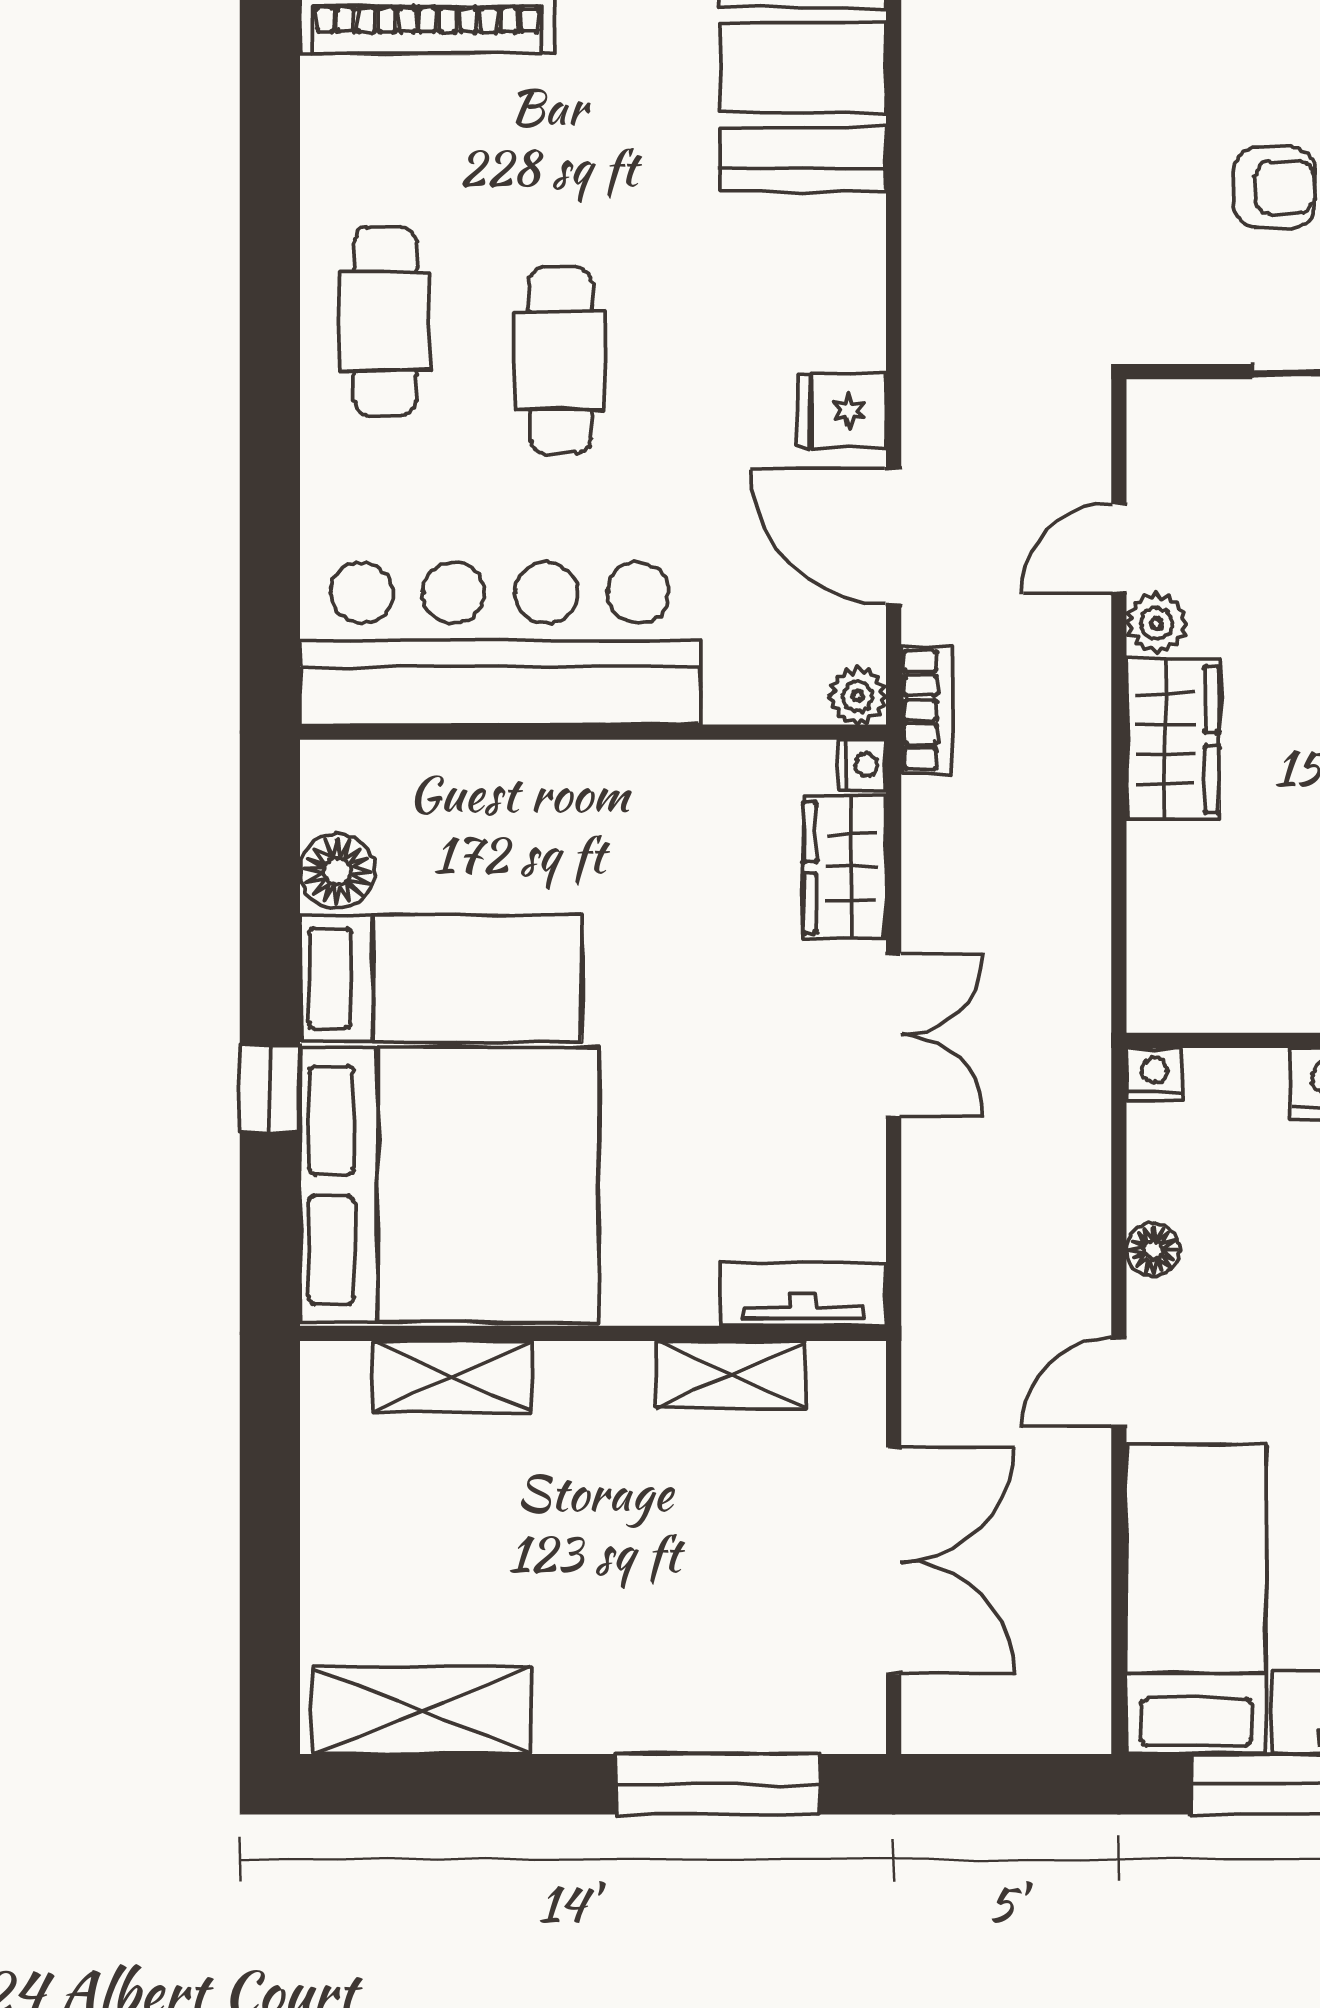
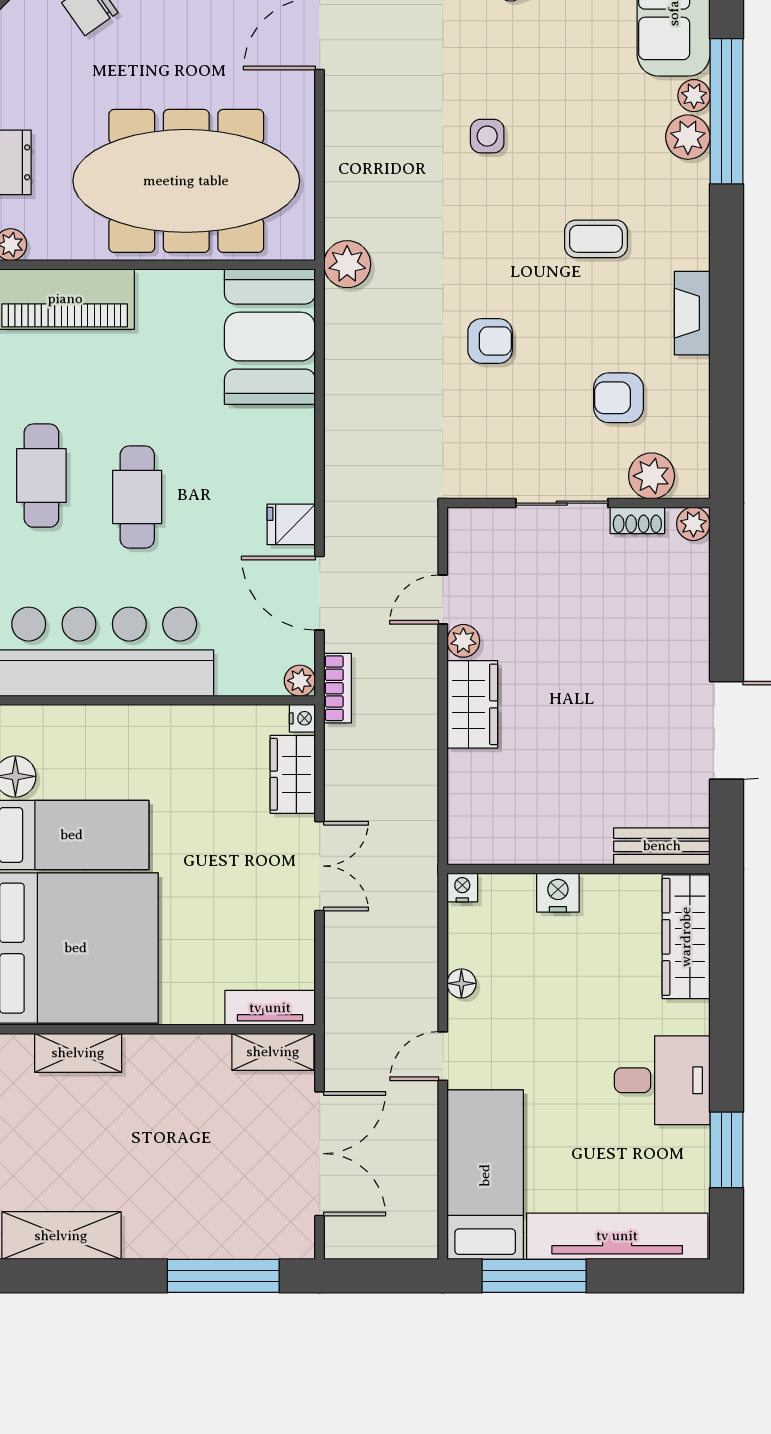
armchair: (1274, 187) -> (490, 341), moved
shelving: (731, 1375) -> (273, 1052), moved

